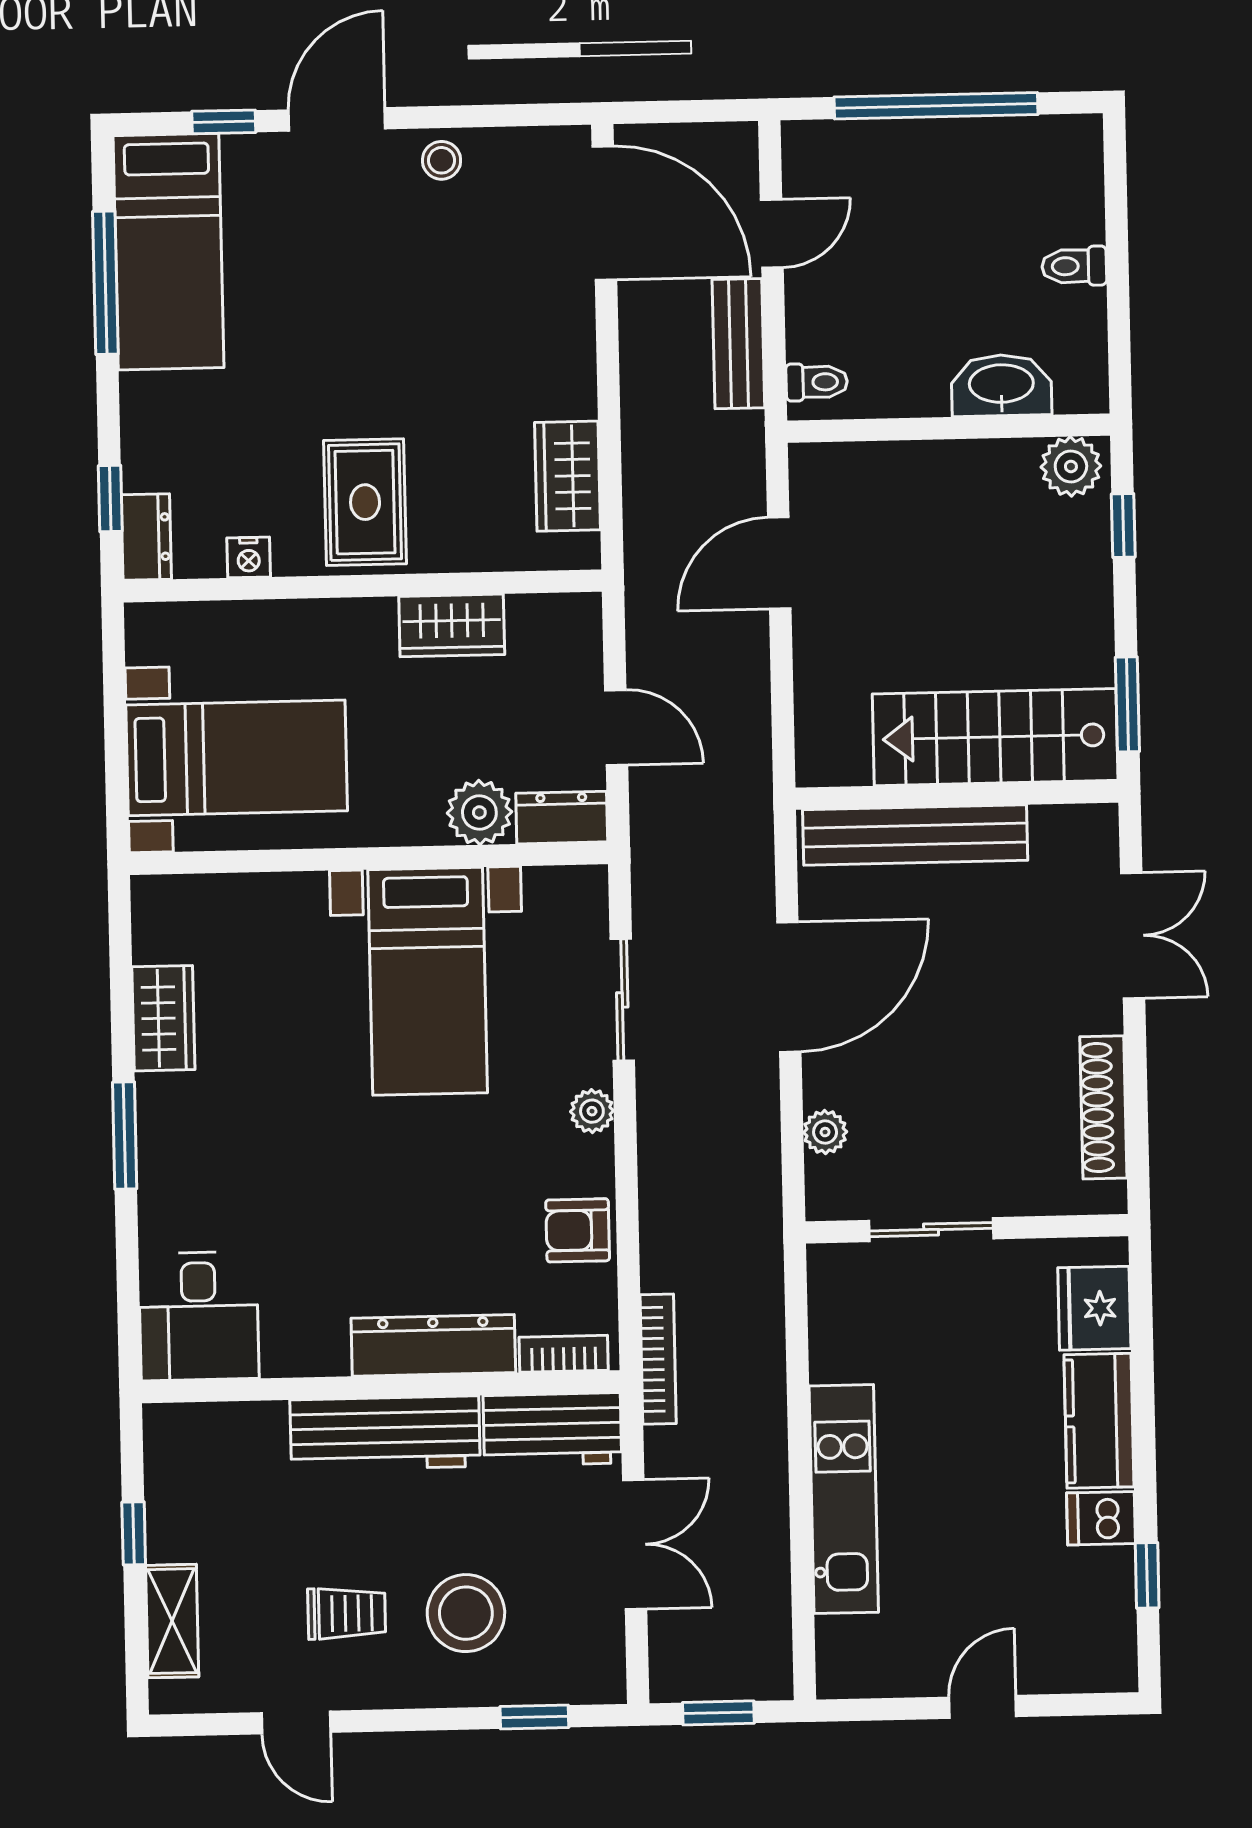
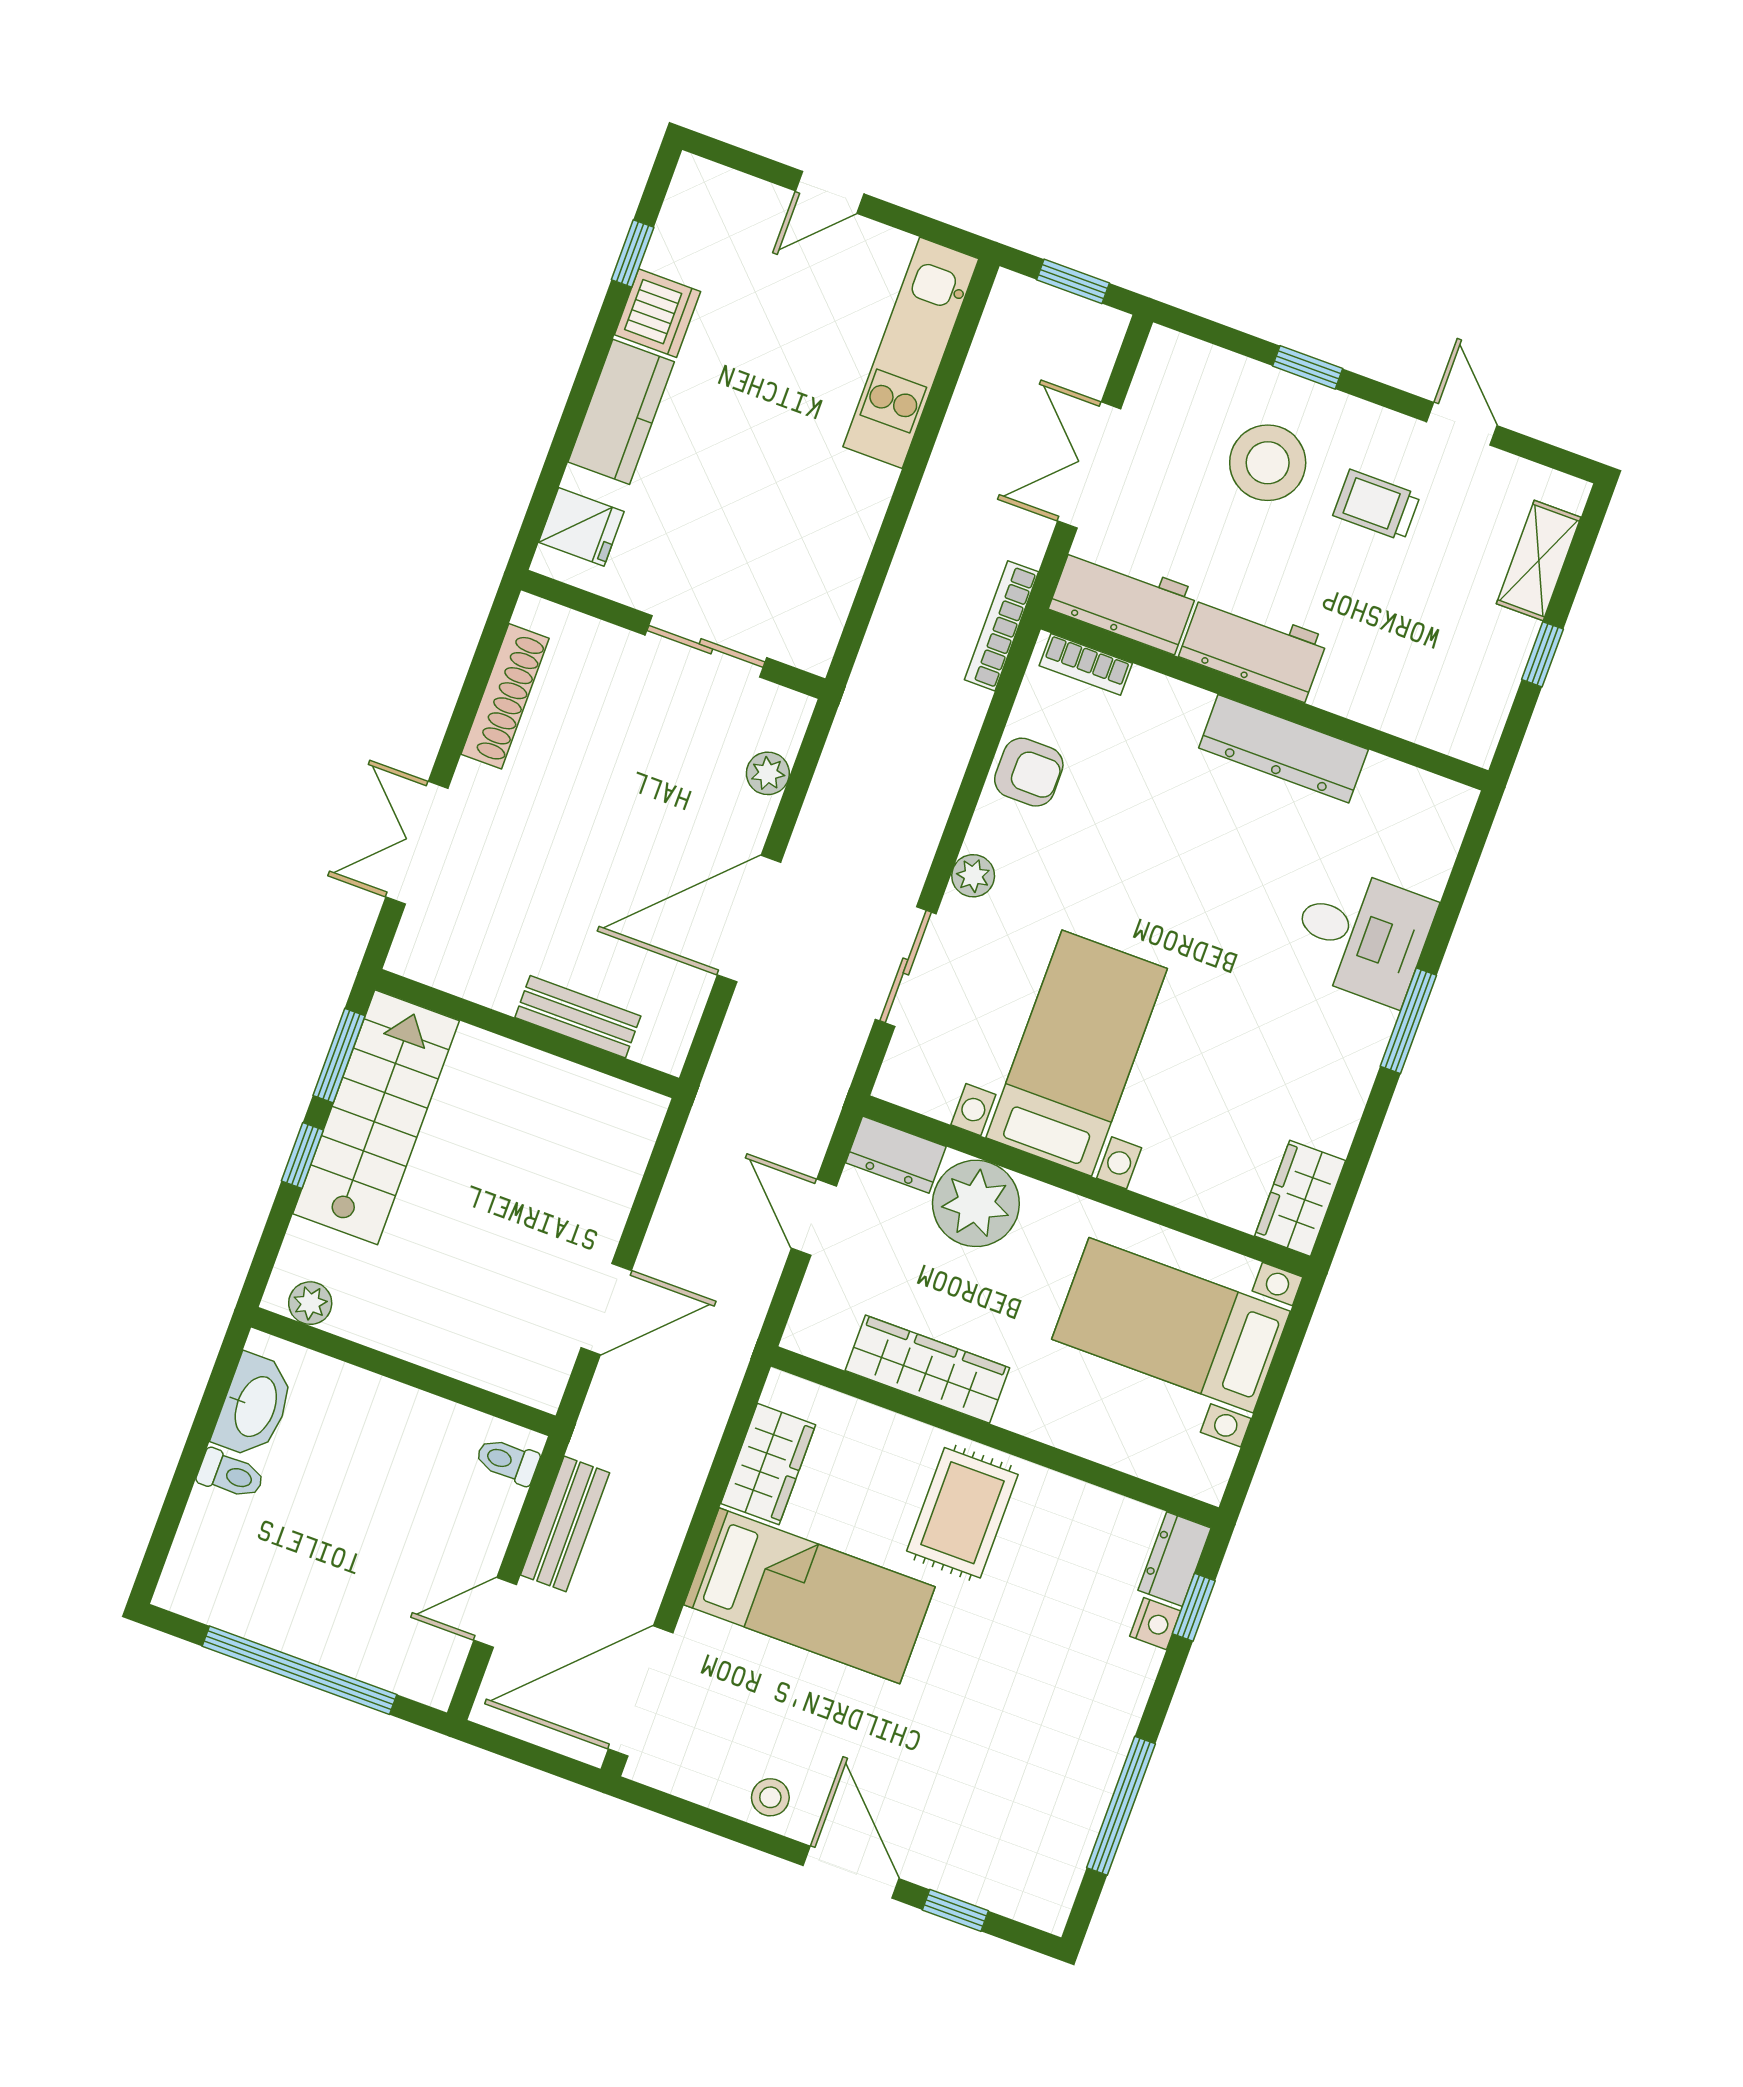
door: (337, 119) -> (851, 1872), swing flipped
door: (604, 213) -> (641, 1691), hinge flipped
bed: (169, 252) -> (809, 1596), moved, turned 90
washbasin: (1001, 385) -> (254, 1406), moved, turned -90
plant: (1071, 466) -> (310, 1303), width x0.73, depth x0.73
window: (1123, 526) -> (302, 1155), moved
nightstand: (249, 557) -> (1155, 1624), moved, turned 90
wardrobe: (452, 625) -> (927, 1369), width x1.50
stairs: (995, 737) -> (376, 1117), moved, turned -90
plant: (479, 812) -> (976, 1203), width x1.36, depth x1.36
bench: (915, 835) -> (578, 1017), width x0.54, depth x0.82
wardrobe: (163, 1018) -> (1300, 1198), moved
fridge: (1094, 1308) -> (581, 527), width x0.72
desk: (199, 1316) -> (1362, 935), moved, turned 90
dresser: (433, 1345) -> (1283, 749), moved
workbench: (385, 1433) -> (1253, 647), width x0.73
kitchen unit: (844, 1499) -> (911, 353), moved
dishwasher: (1101, 1518) -> (658, 313), width x1.38
window: (534, 1717) -> (1308, 367), moved

